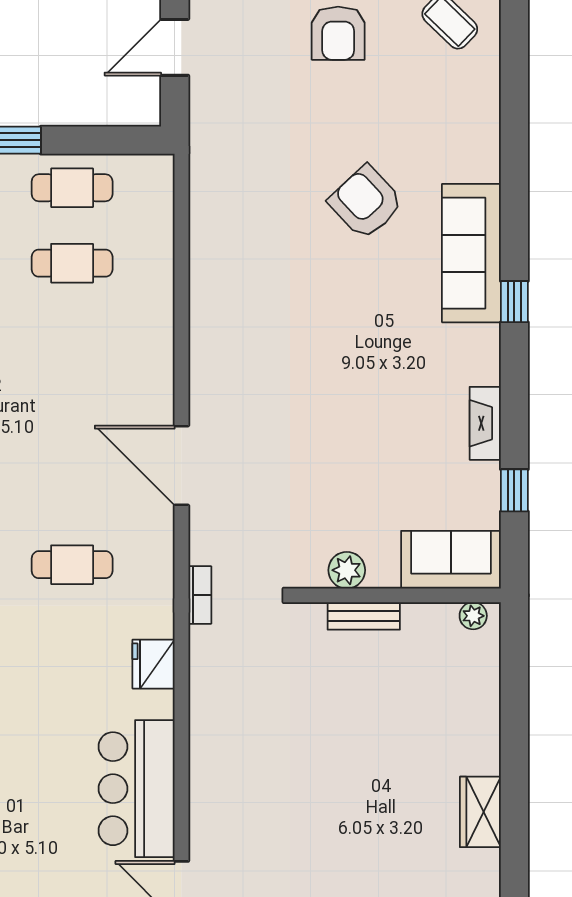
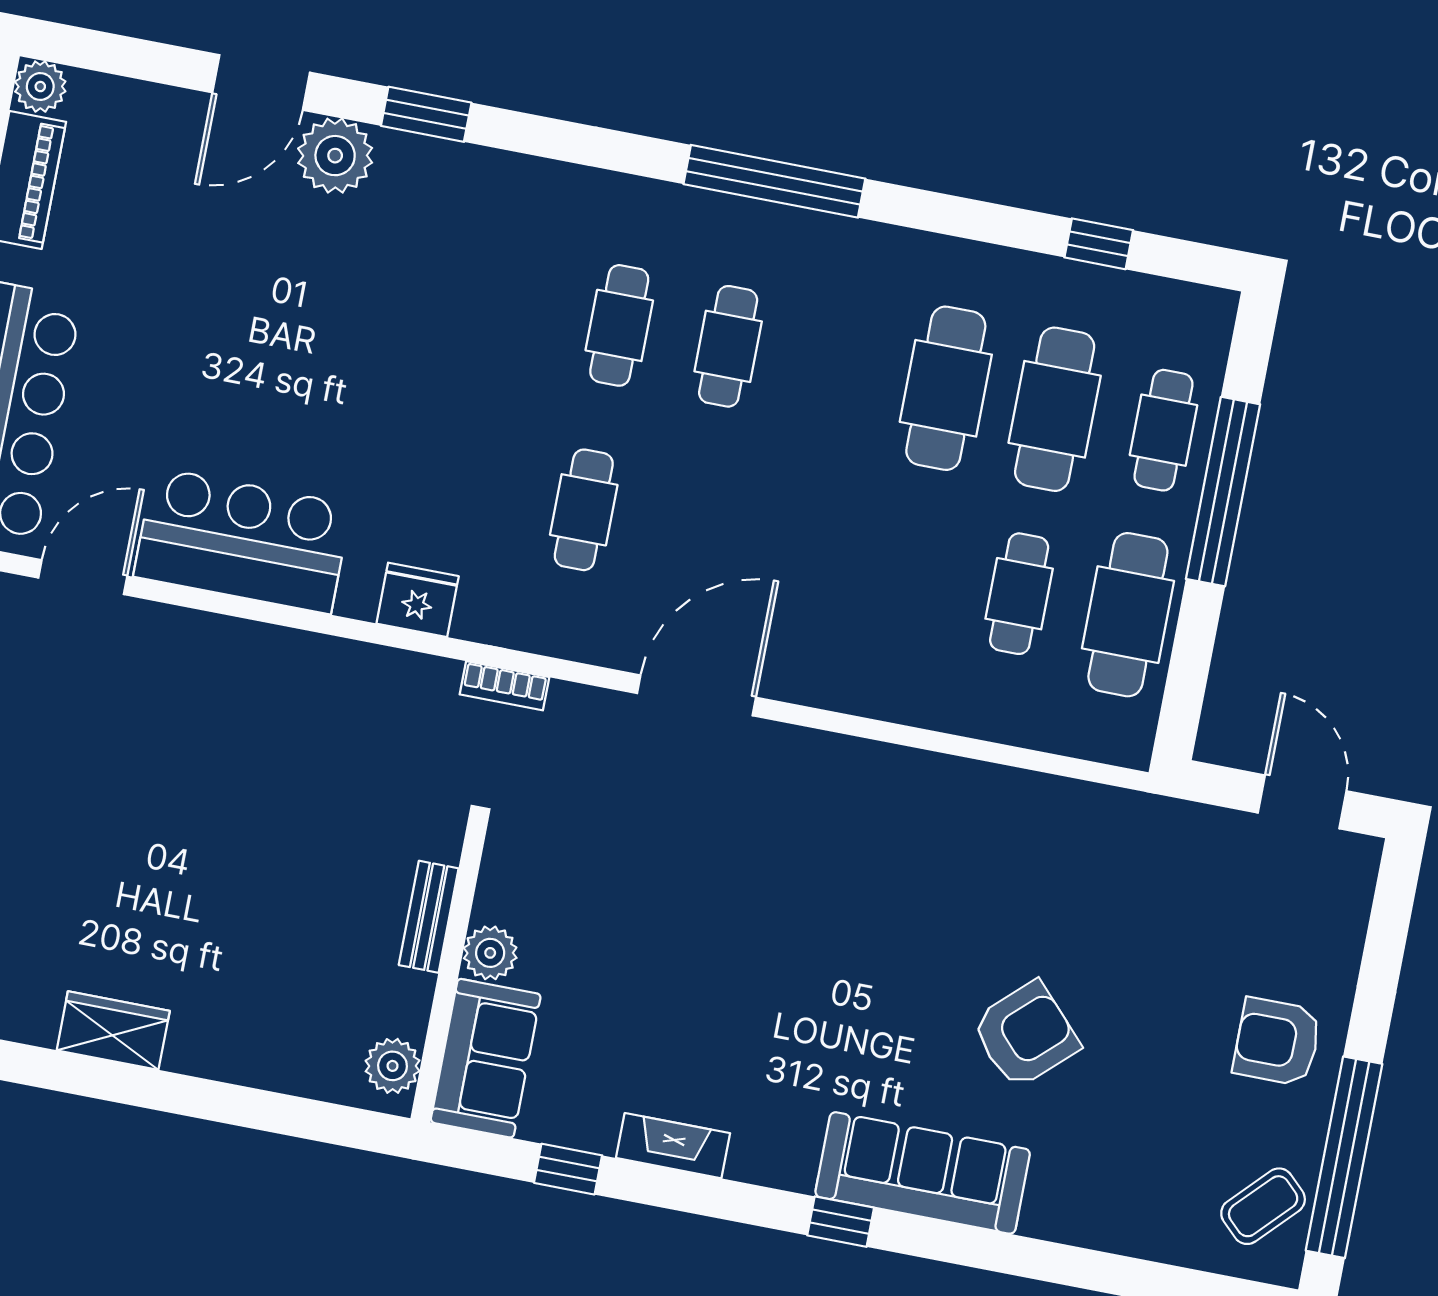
cafe table: (72, 188) -> (1128, 615), width x1.37, depth x1.35
plant: (347, 570) -> (490, 953), moved
plant: (473, 616) -> (393, 1066), width x1.38, depth x1.38

